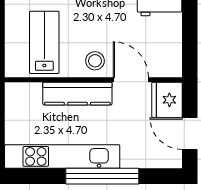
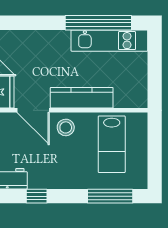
kitchen unit: (62, 156) -> (109, 41), width x0.73
window: (102, 176) -> (98, 23), moved

